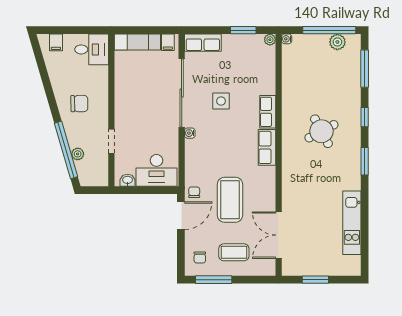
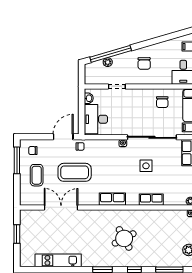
chair: (133, 79) -> (162, 102), added
row of seats: (268, 112) -> (151, 200), moved
door: (181, 216) -> (63, 137), swing flipped
double door: (279, 235) -> (61, 207), moved

